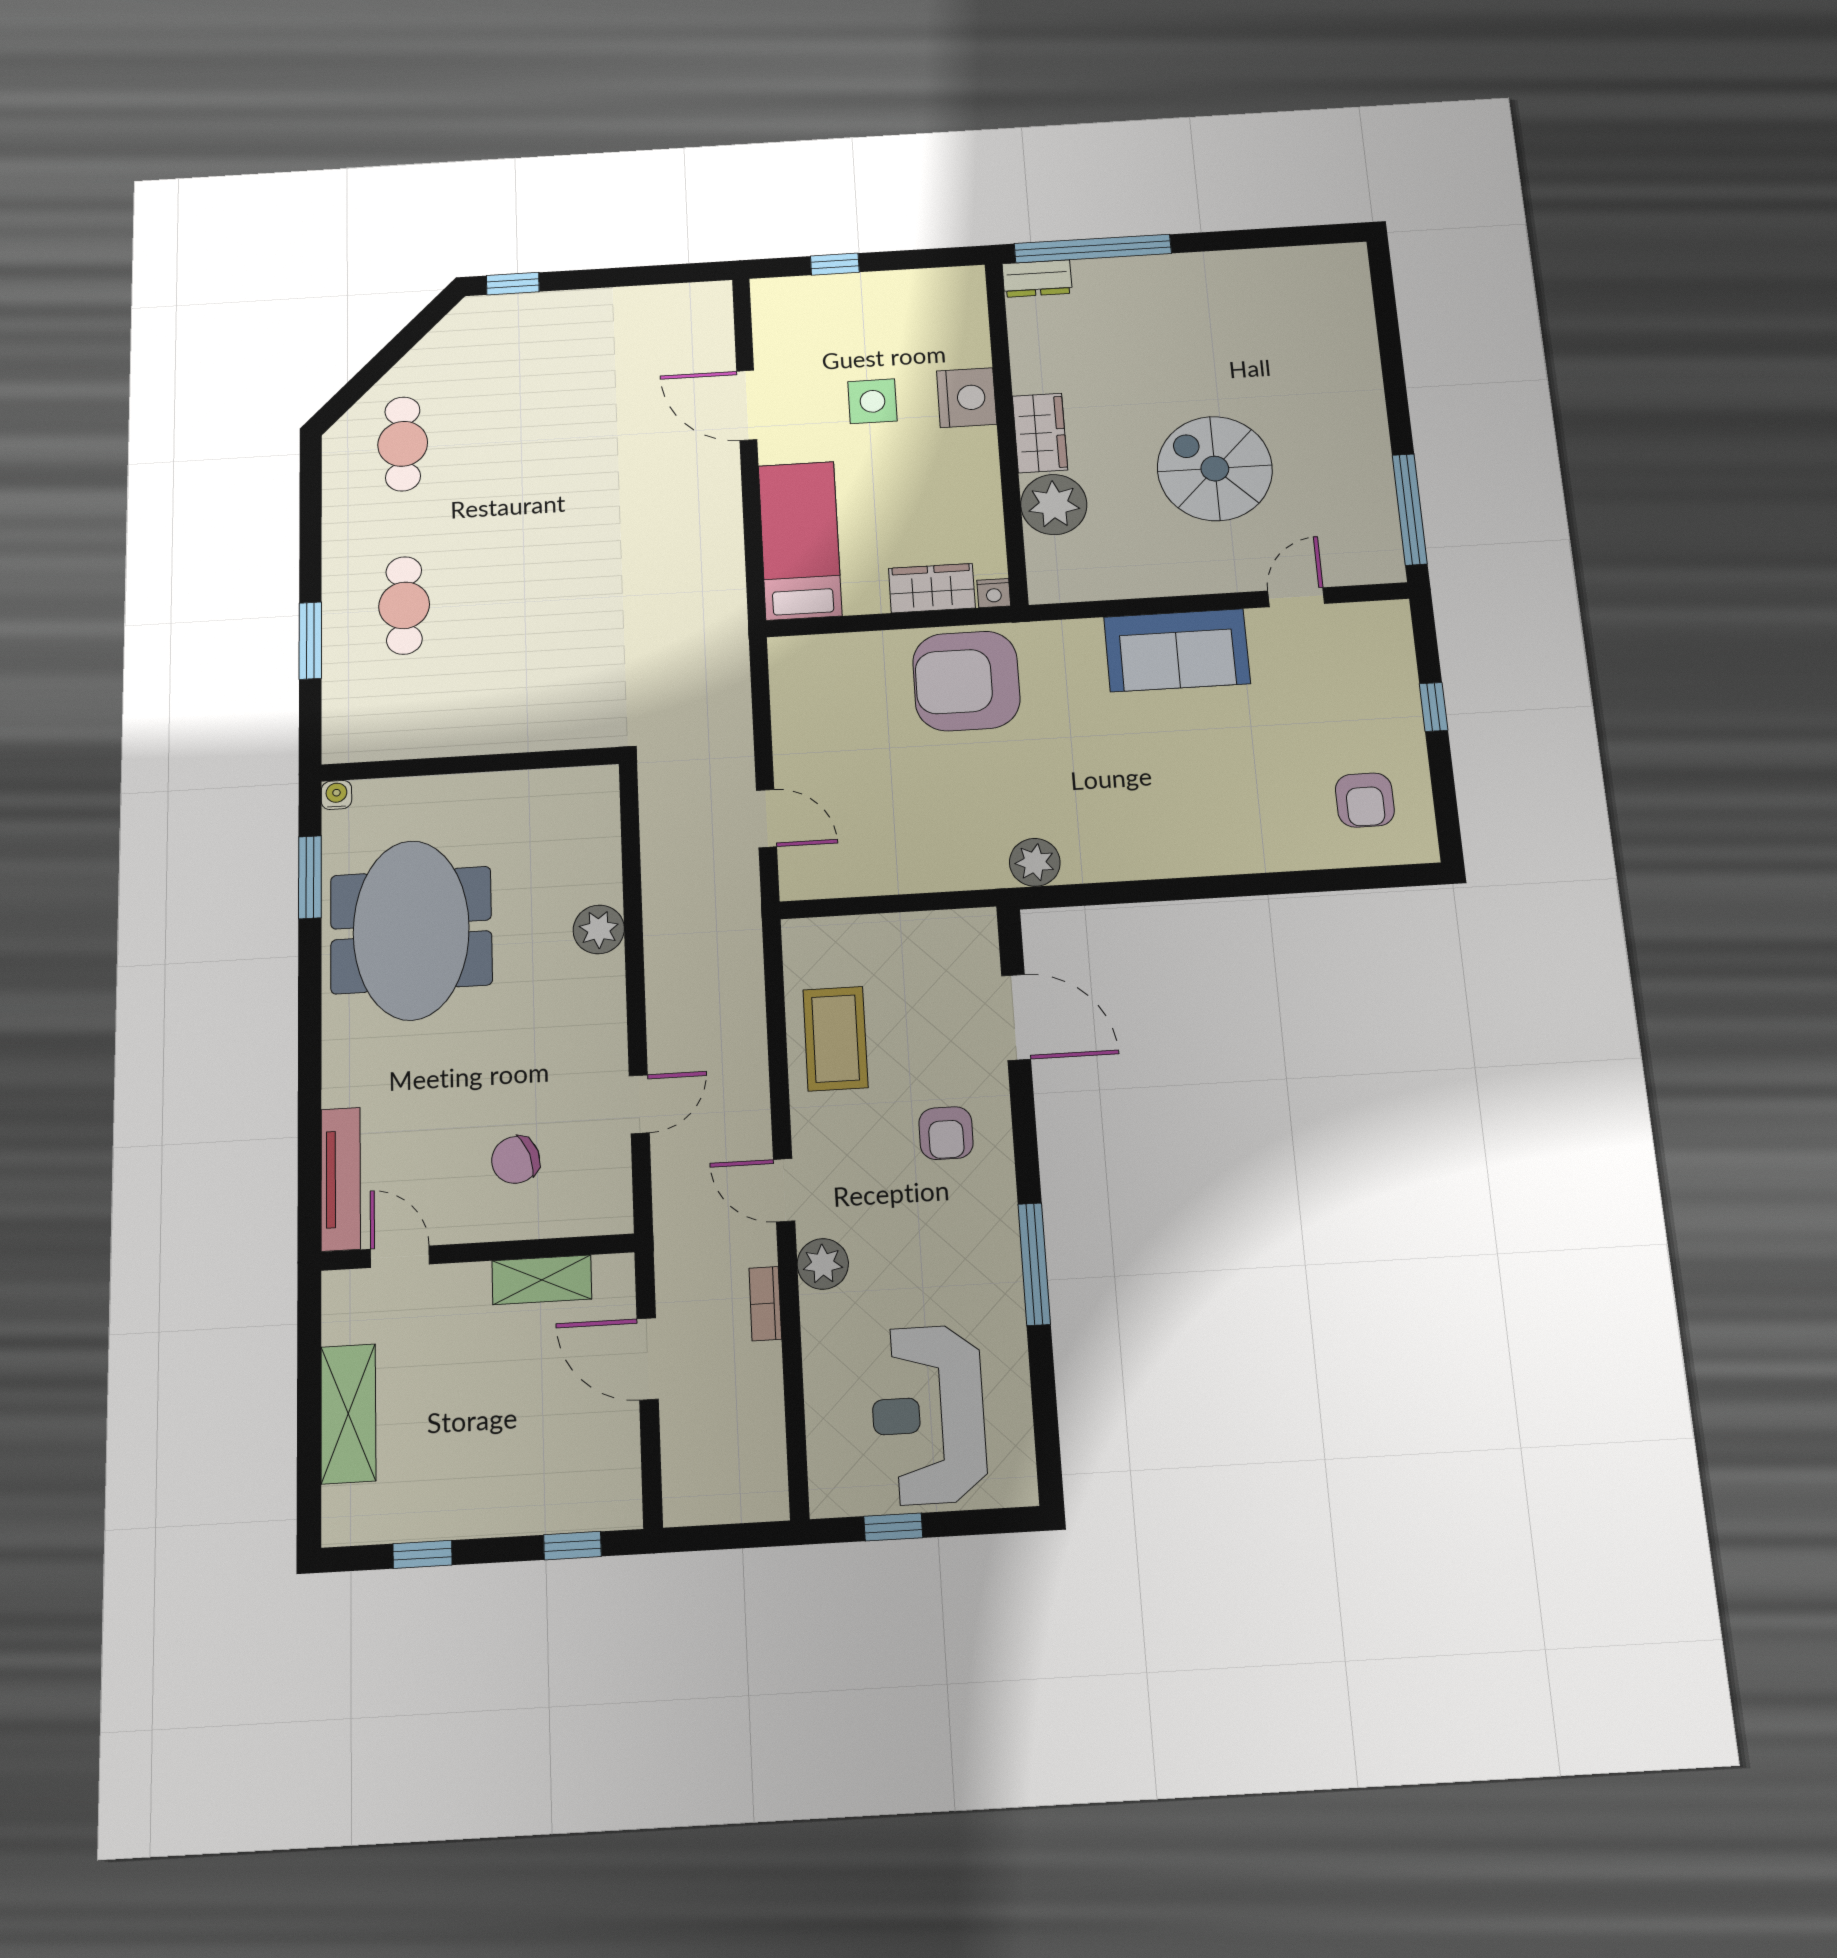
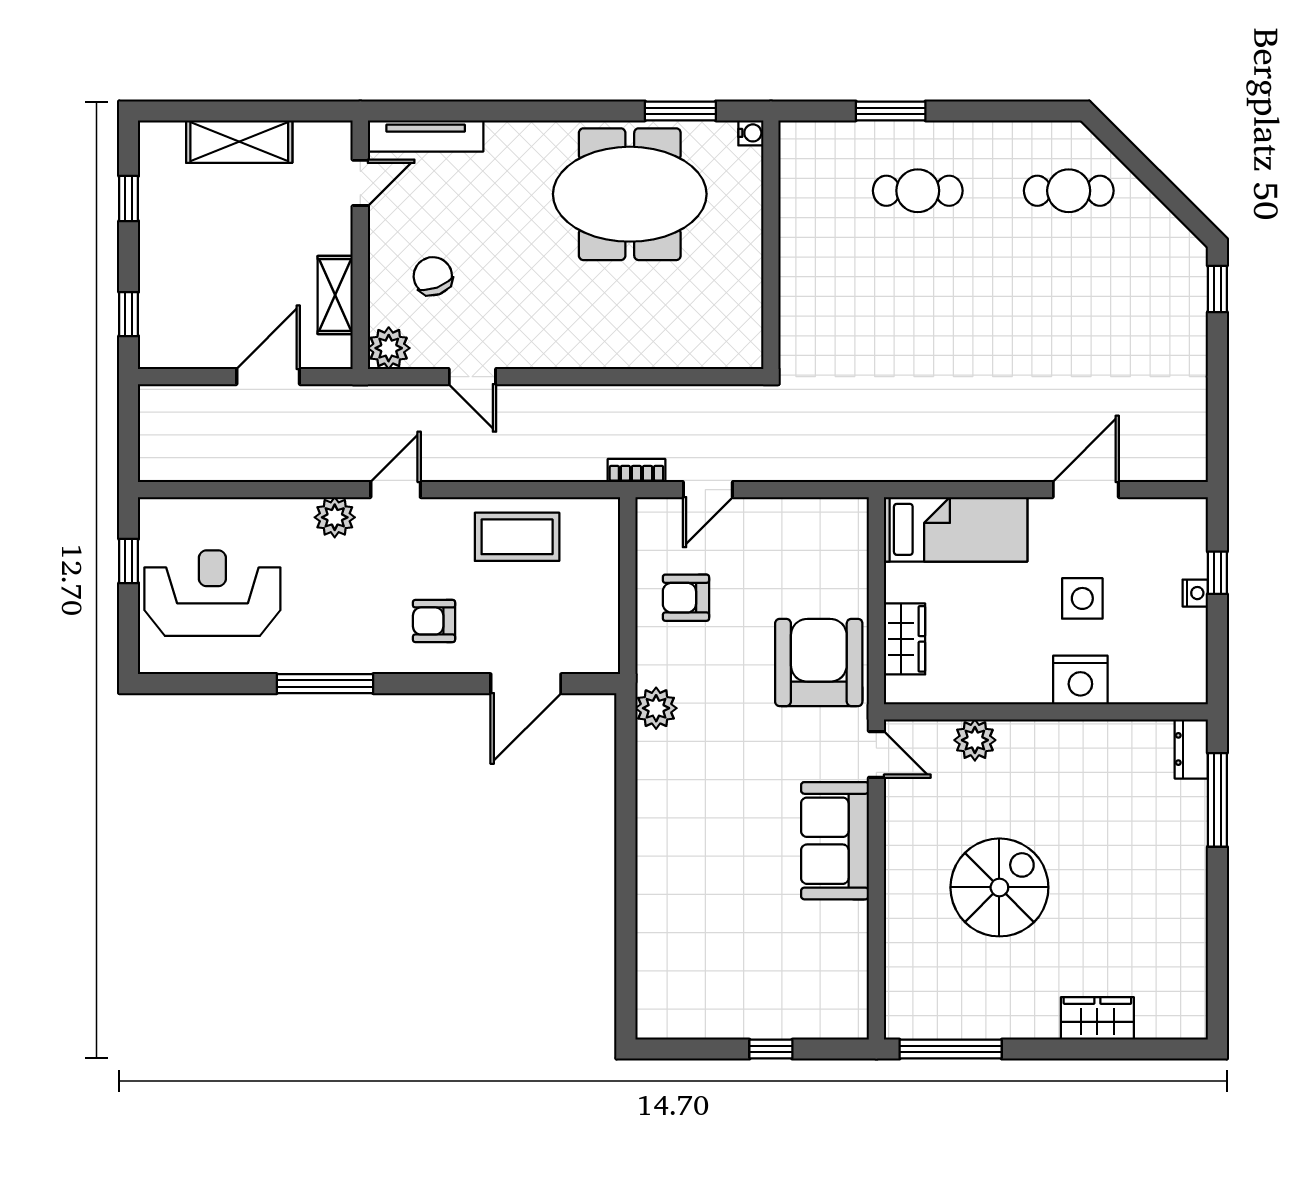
window: (1093, 249) -> (1217, 800), width x0.68
wardrobe: (1040, 433) -> (1097, 1018), moved, turned 180
plant: (1054, 504) -> (975, 740), width x0.73, depth x0.73
nightstand: (994, 593) -> (1195, 593), moved, turned 180
door: (1296, 597) -> (876, 754), moved
armchair: (1365, 800) -> (686, 598), moved
plant: (599, 929) -> (389, 348), moved
bookcase: (765, 1304) -> (636, 471), moved

